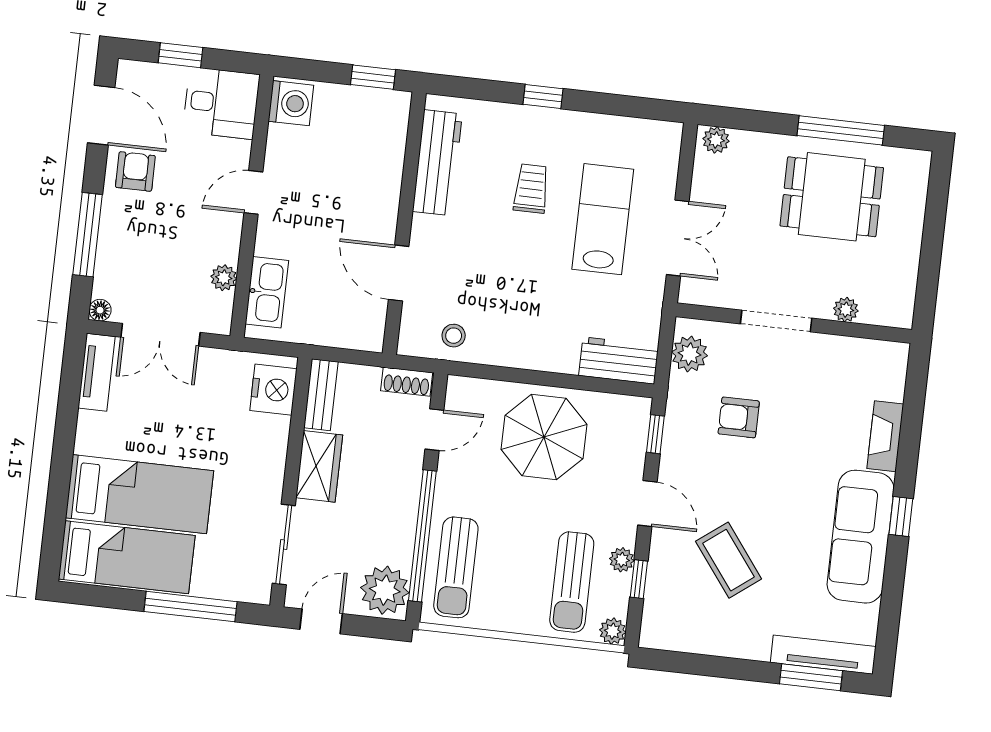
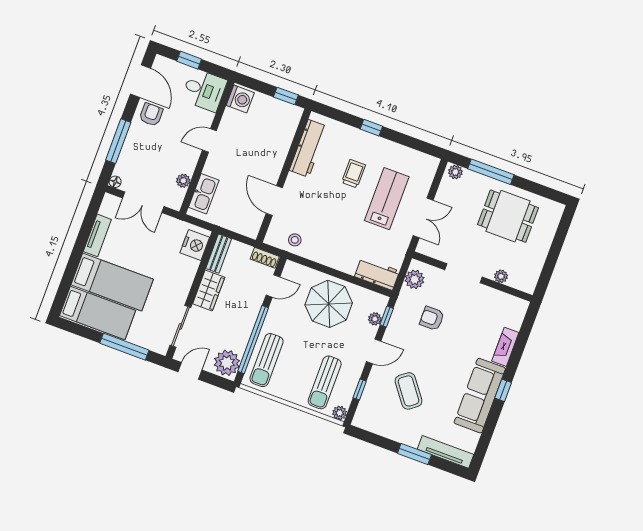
window: (841, 130) -> (491, 172), moved
tv unit: (96, 372) -> (97, 235), moved
door: (647, 504) -> (374, 351), hinge flipped
plant: (622, 560) -> (375, 319), moved
window: (811, 677) -> (414, 454), moved

